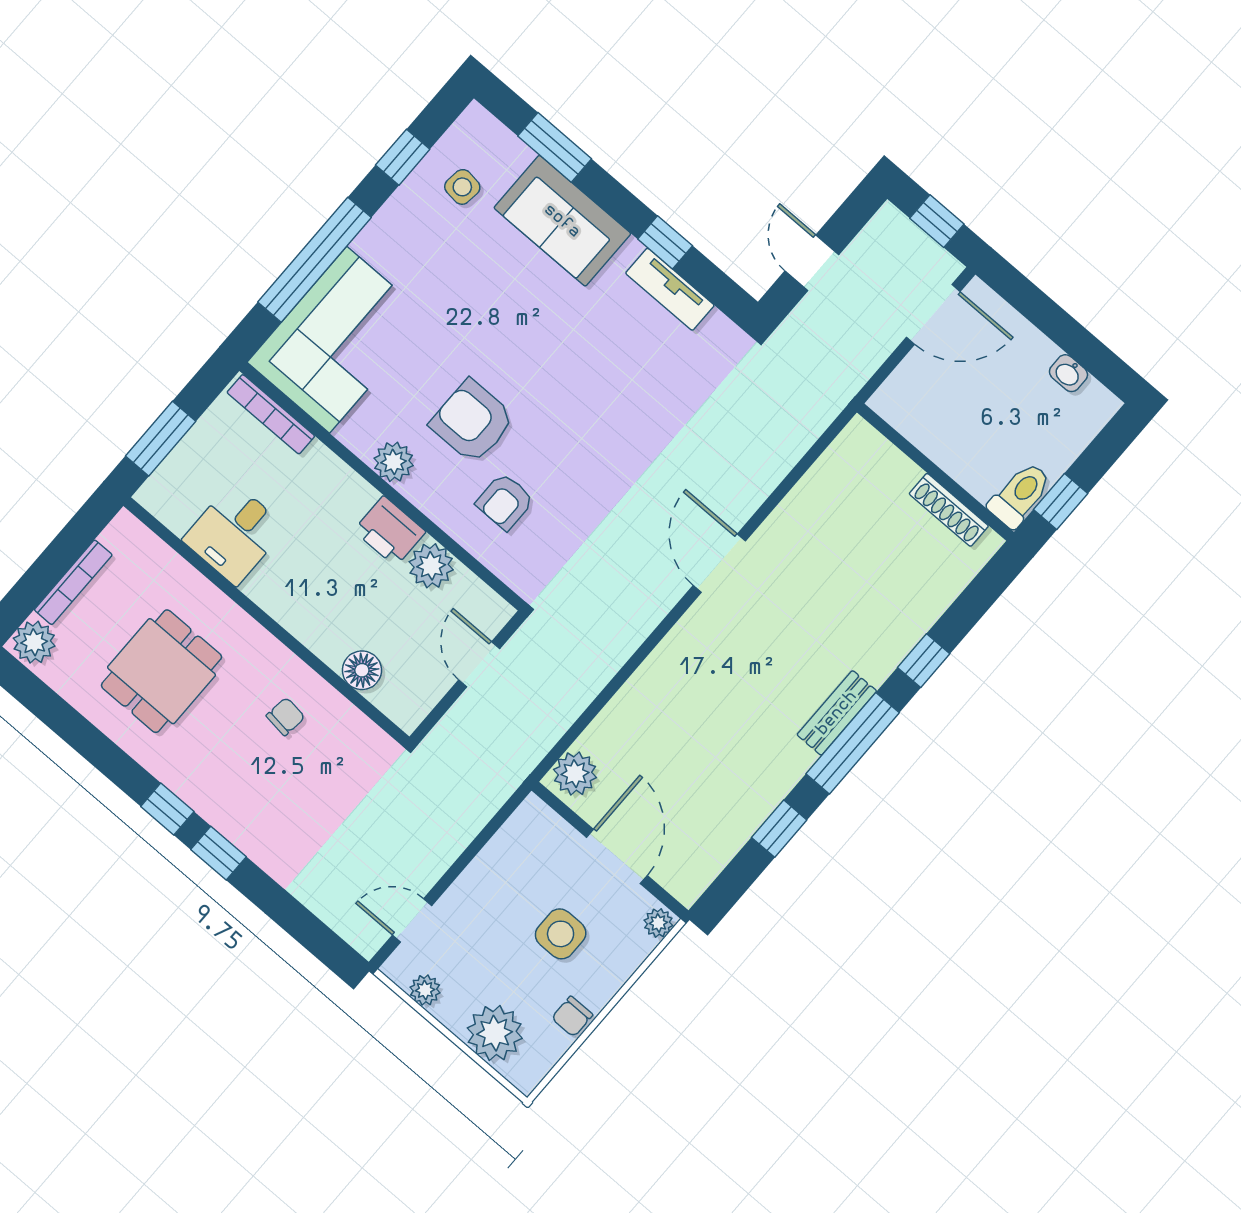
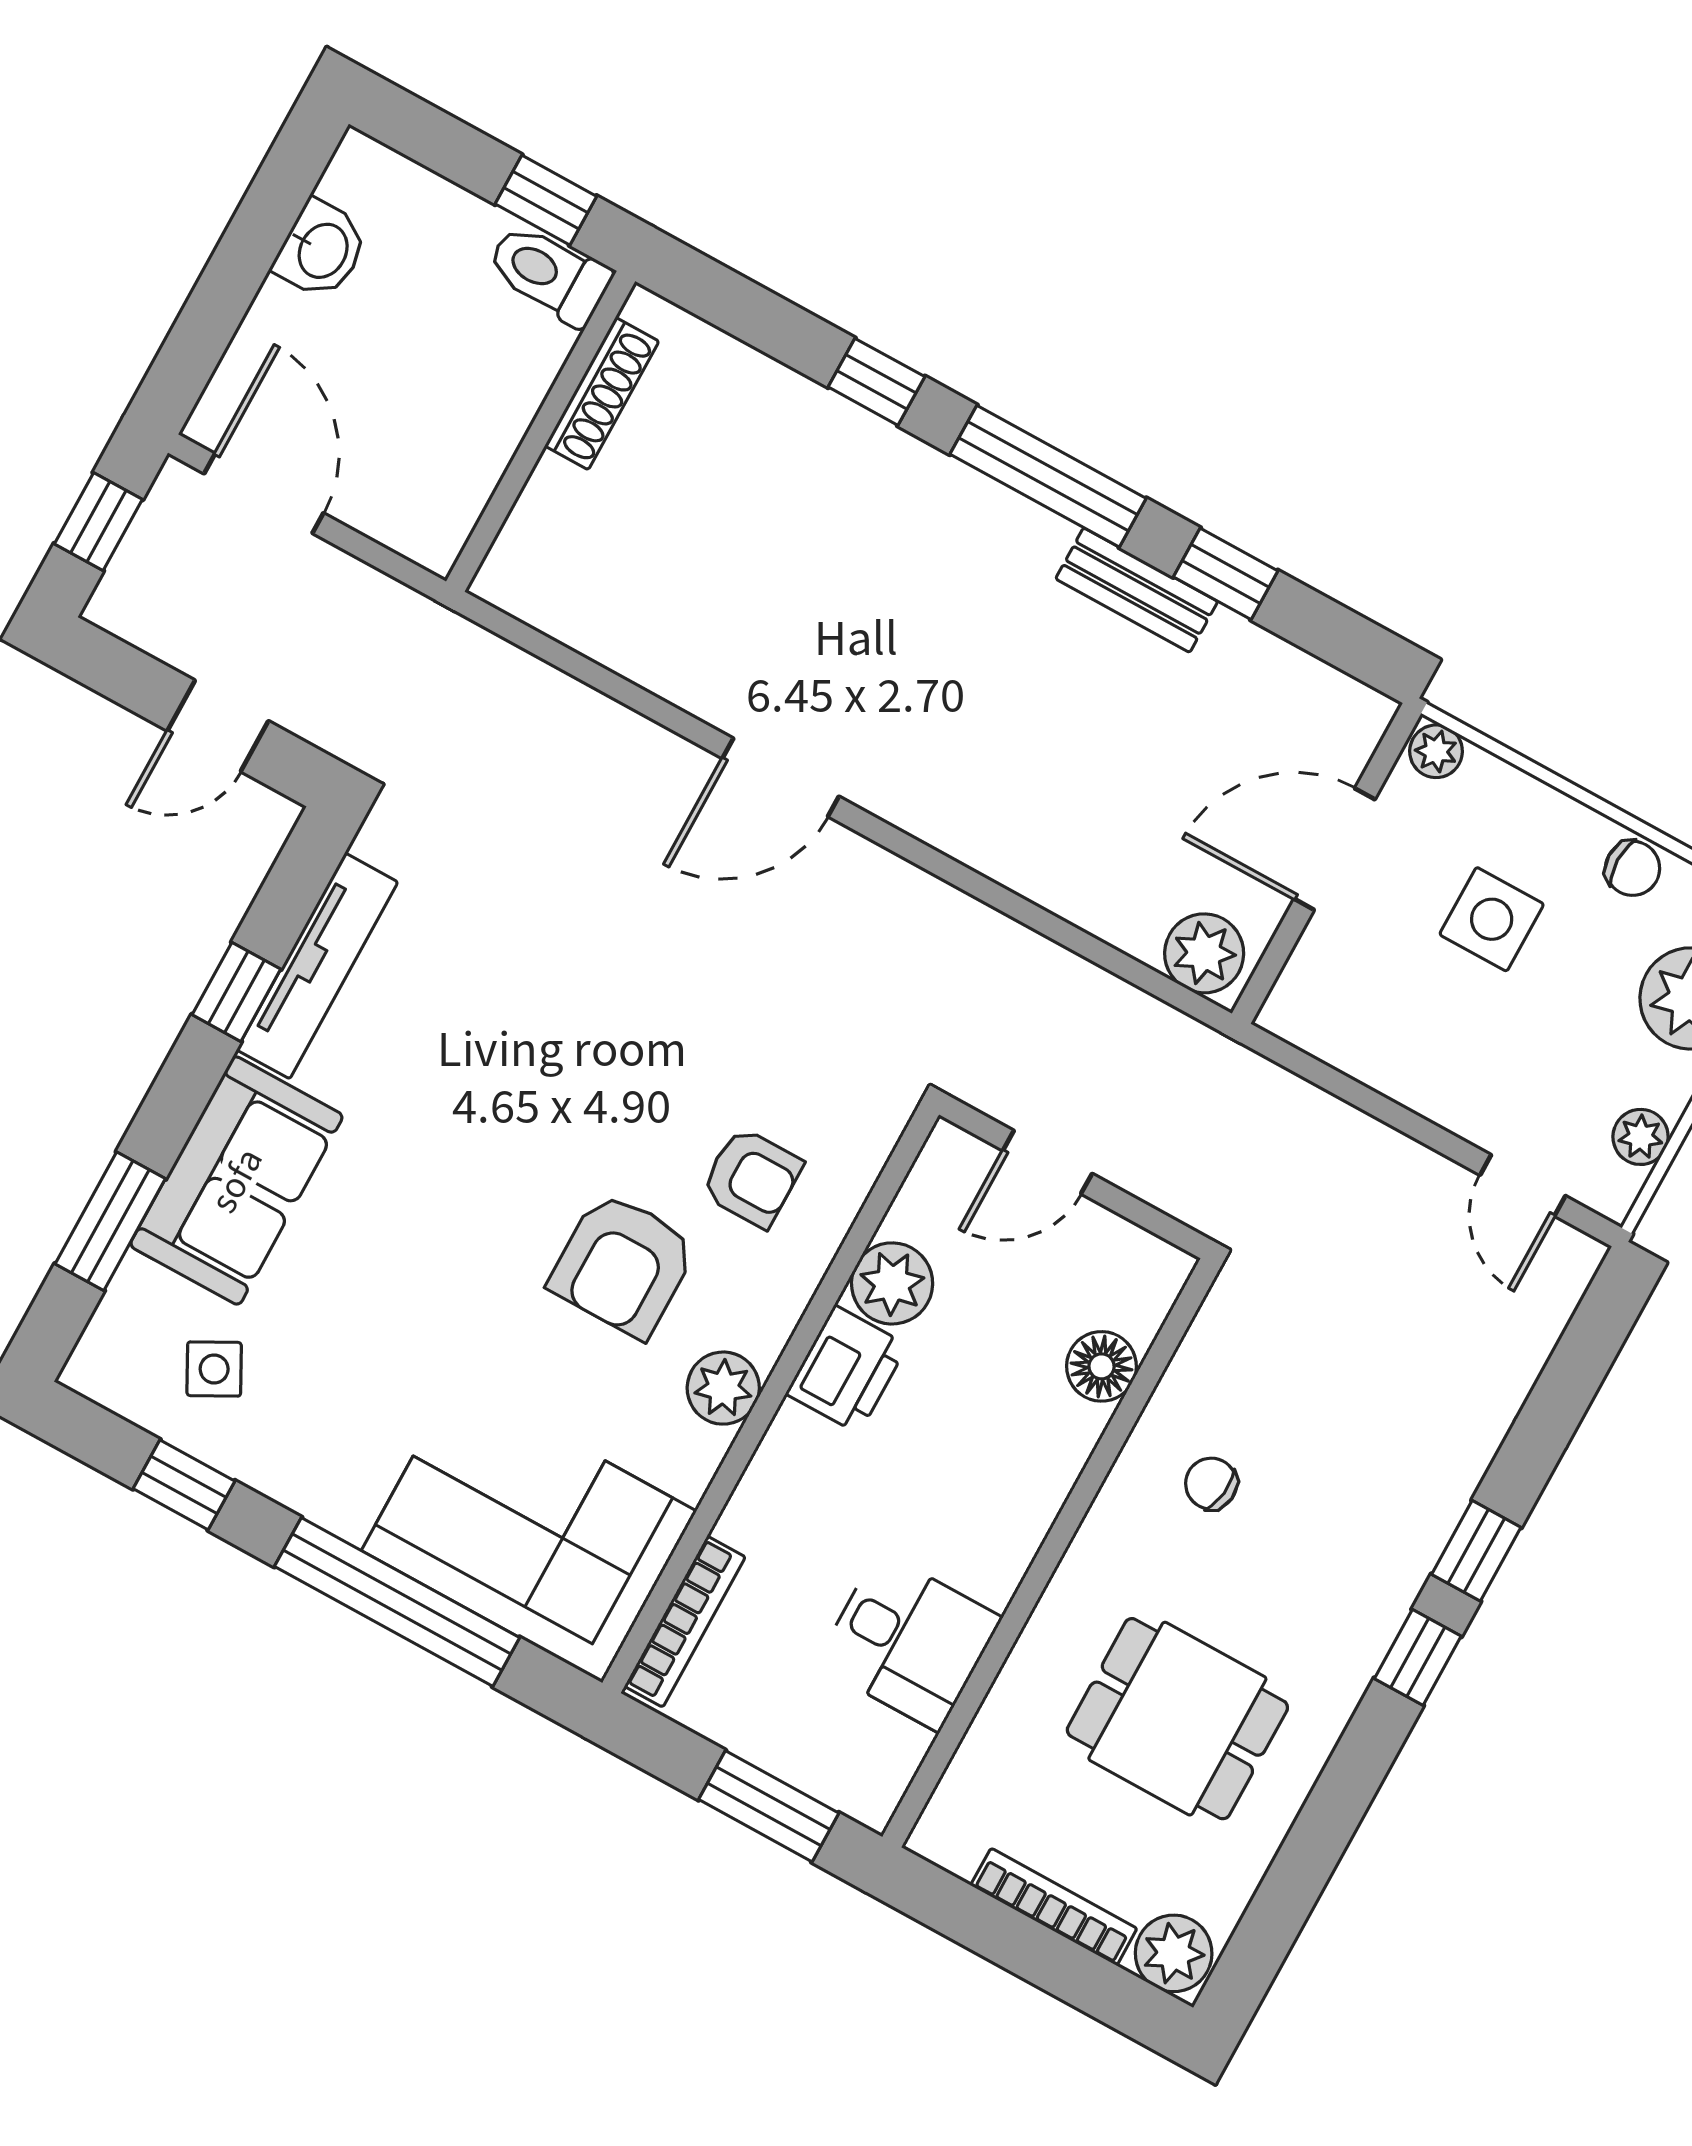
side table: (462, 187) -> (214, 1369), turned -35
tv unit: (670, 289) -> (317, 966), width x1.41
washbasin: (1068, 373) -> (321, 250), width x1.38, depth x1.45
bench: (837, 713) -> (1137, 590), moved

